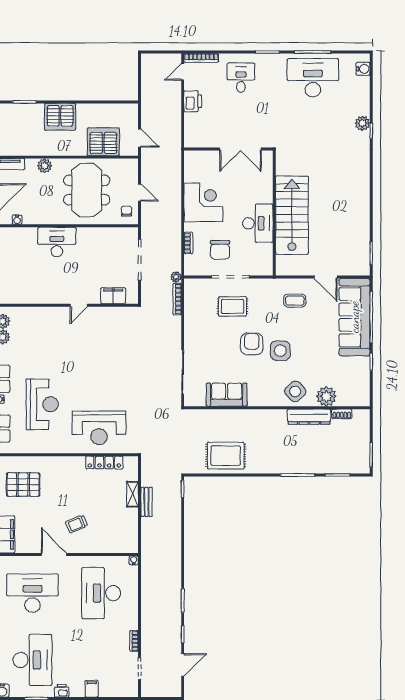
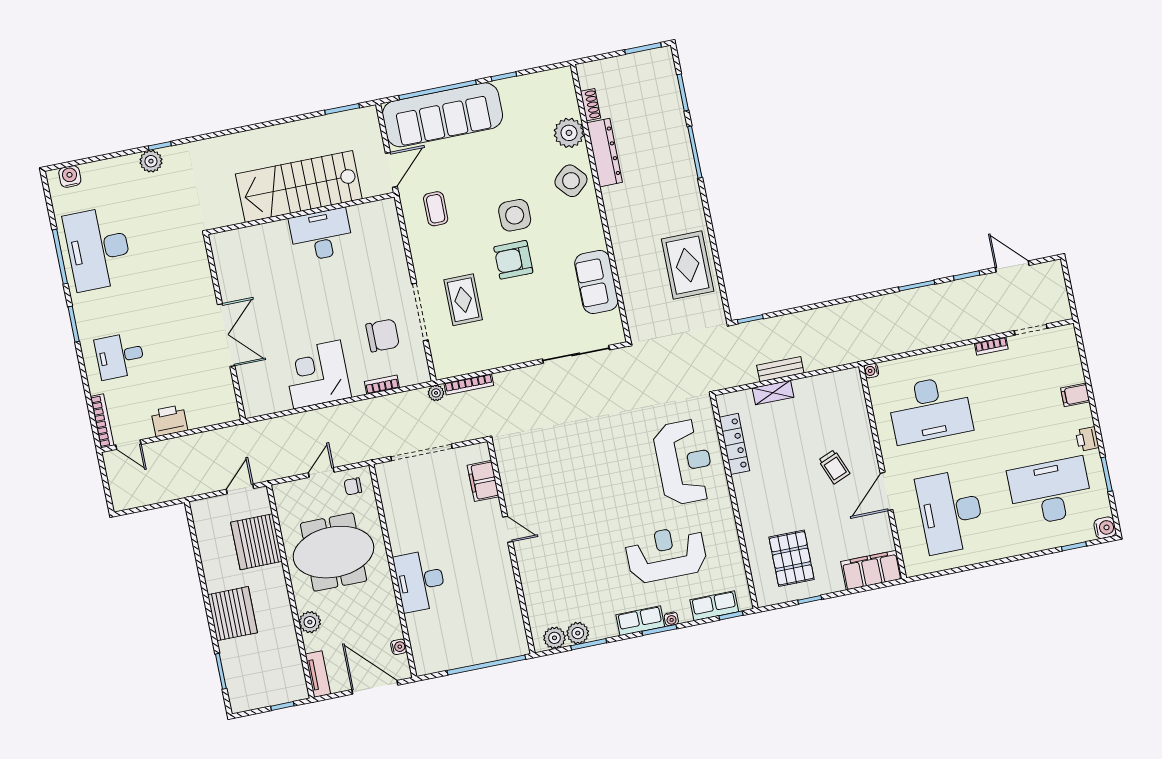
wall: (274, 213) -> (301, 213), moved
stairs: (292, 215) -> (299, 186), moved
desk: (258, 223) -> (321, 235), moved

